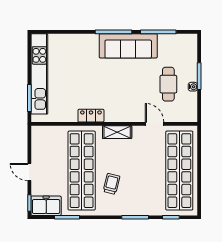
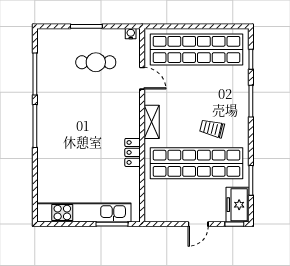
sofa: (128, 46) -> (51, 109), removed
water cooler: (193, 87) -> (131, 34), moved
door: (155, 124) -> (142, 78), swing flipped

